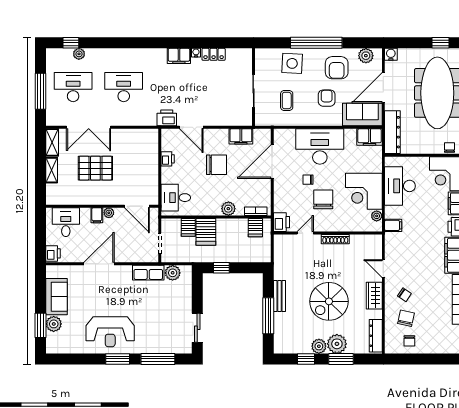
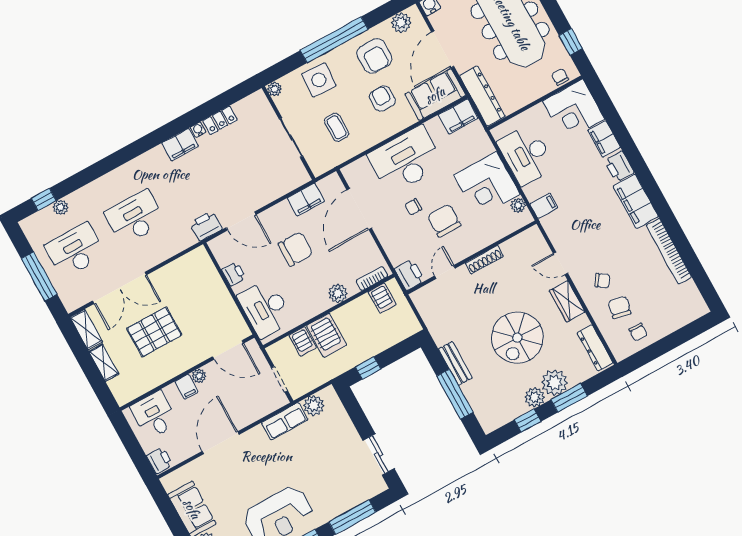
plant: (260, 53) -> (275, 89), added
desk: (176, 198) -> (265, 308), width x1.37

